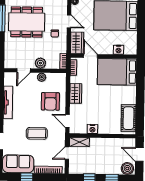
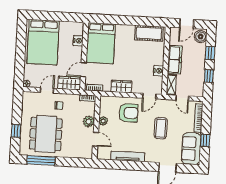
freezer: (104, 144) -> (175, 60), added

